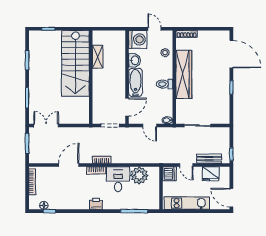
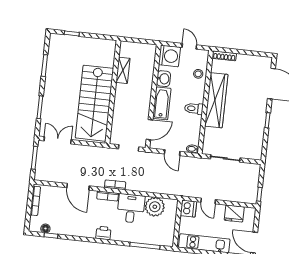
stairs: (75, 63) -> (94, 103), moved
bench: (209, 159) -> (234, 197), removed
door: (69, 165) -> (78, 187), swing flipped

